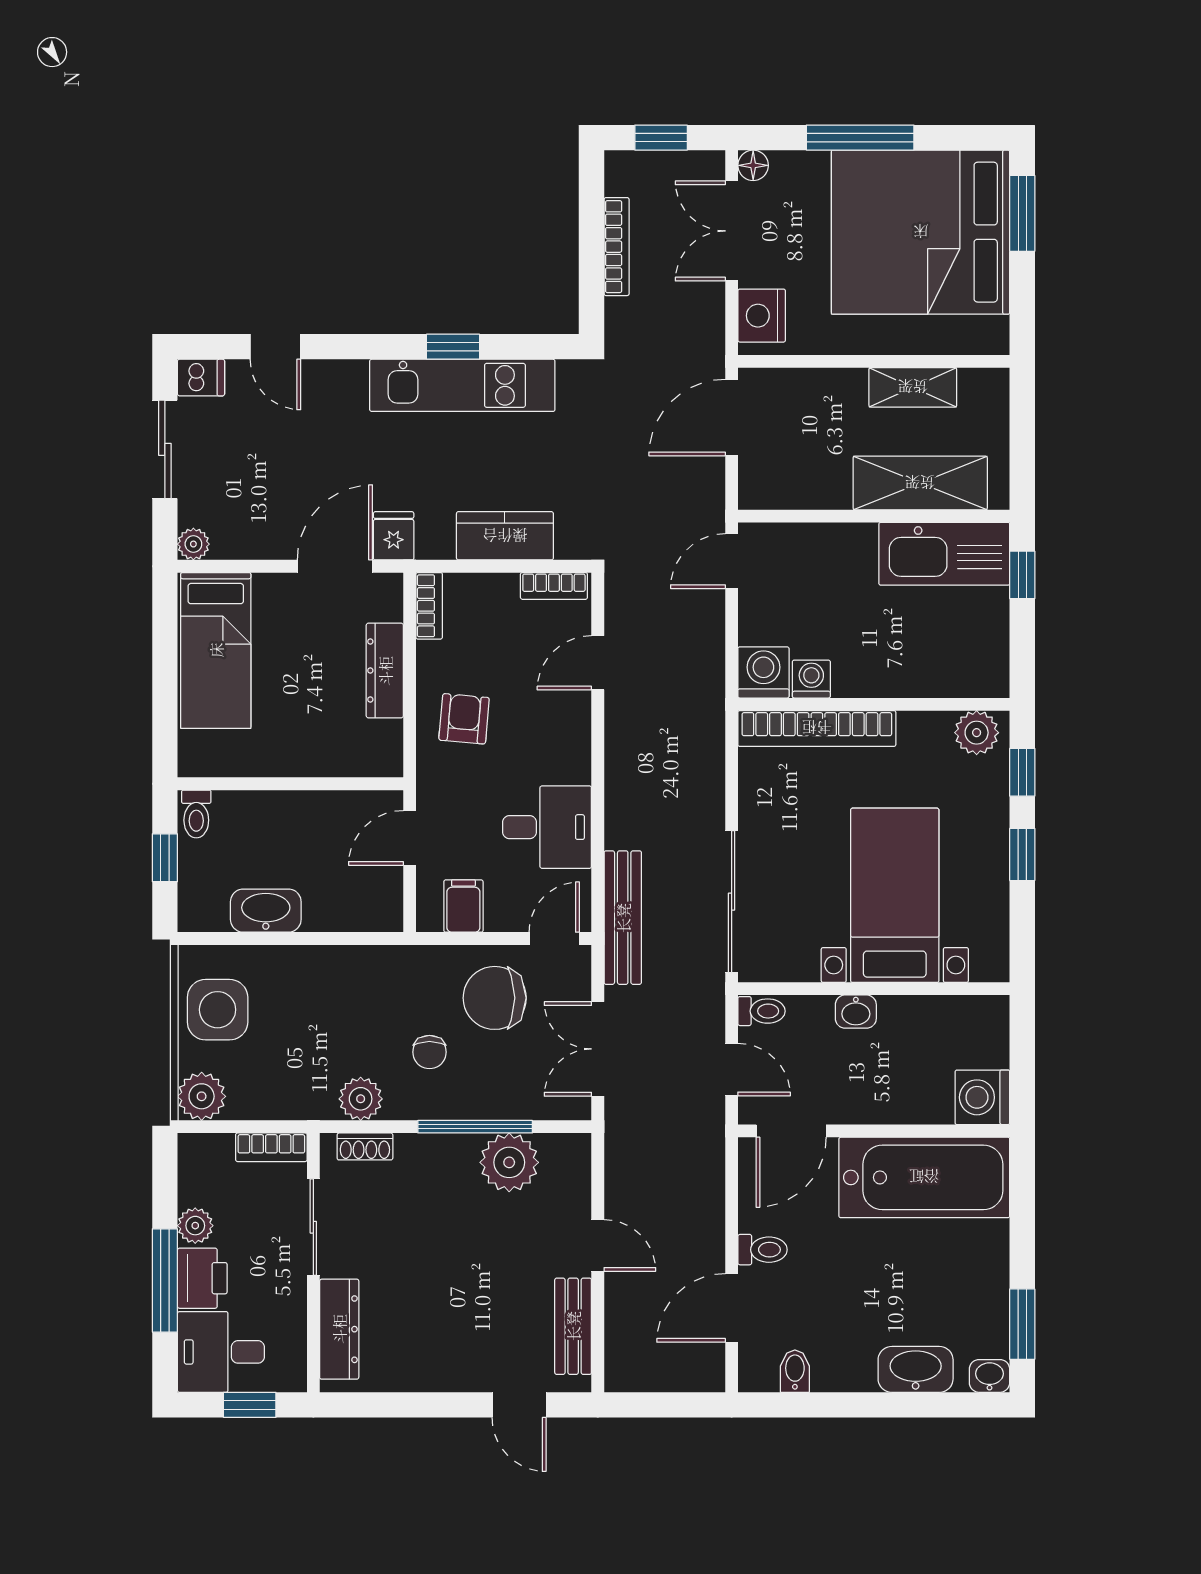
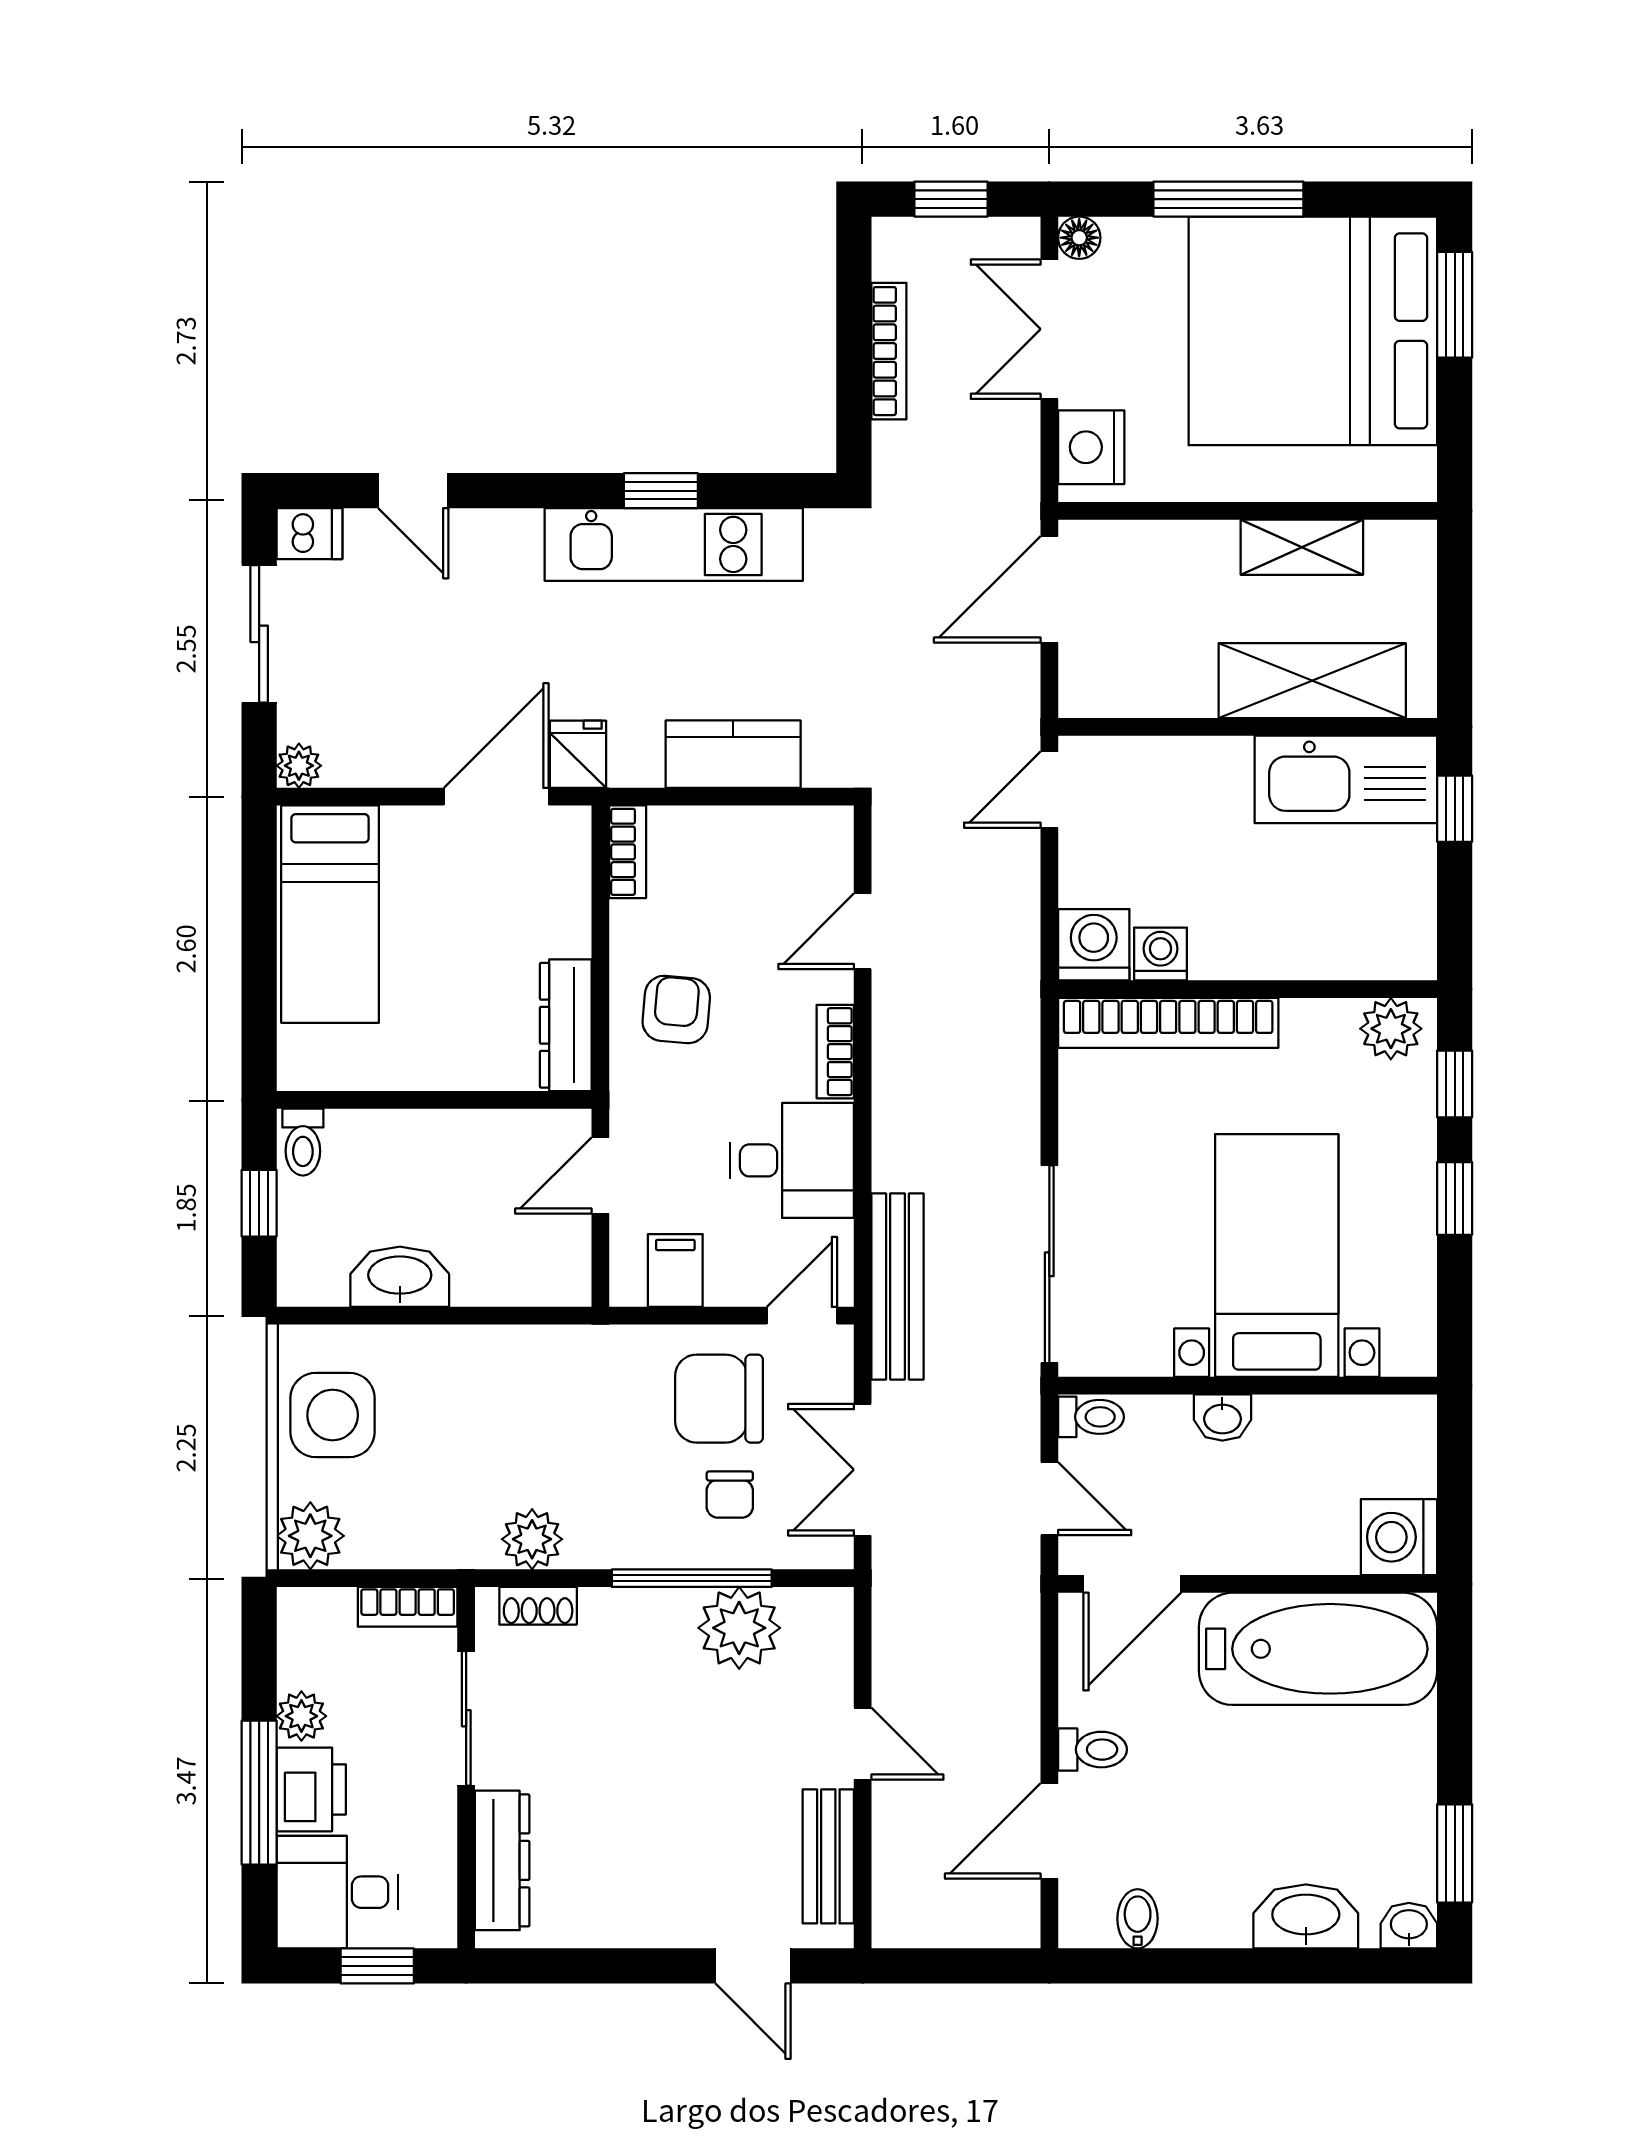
bookcase: (554, 586) -> (835, 1052), moved, turned 90
dresser: (385, 671) -> (566, 1025), moved
chair: (429, 1052) -> (730, 1495), moved

